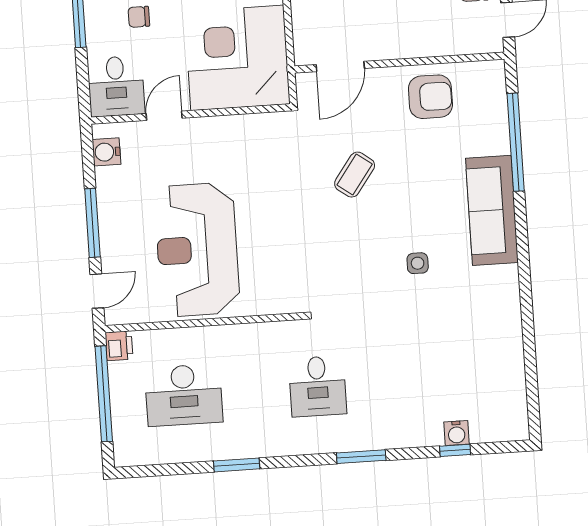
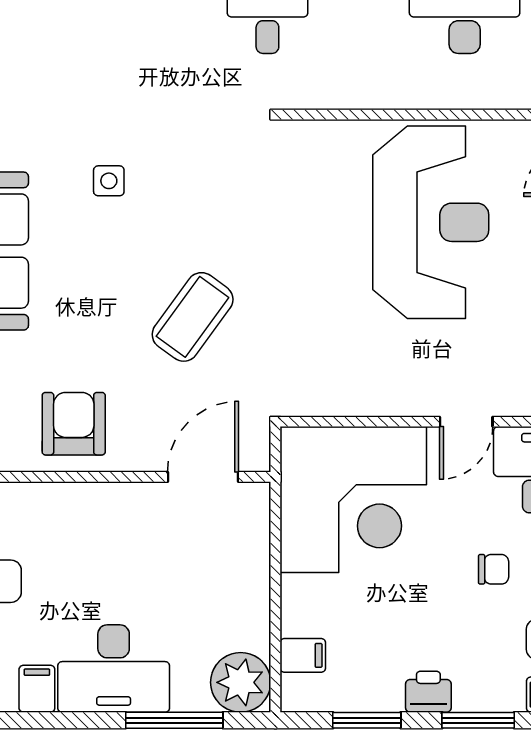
armchair: (430, 97) -> (74, 424), turned 90
coffee table: (355, 175) -> (193, 317), width x1.36, depth x1.30

